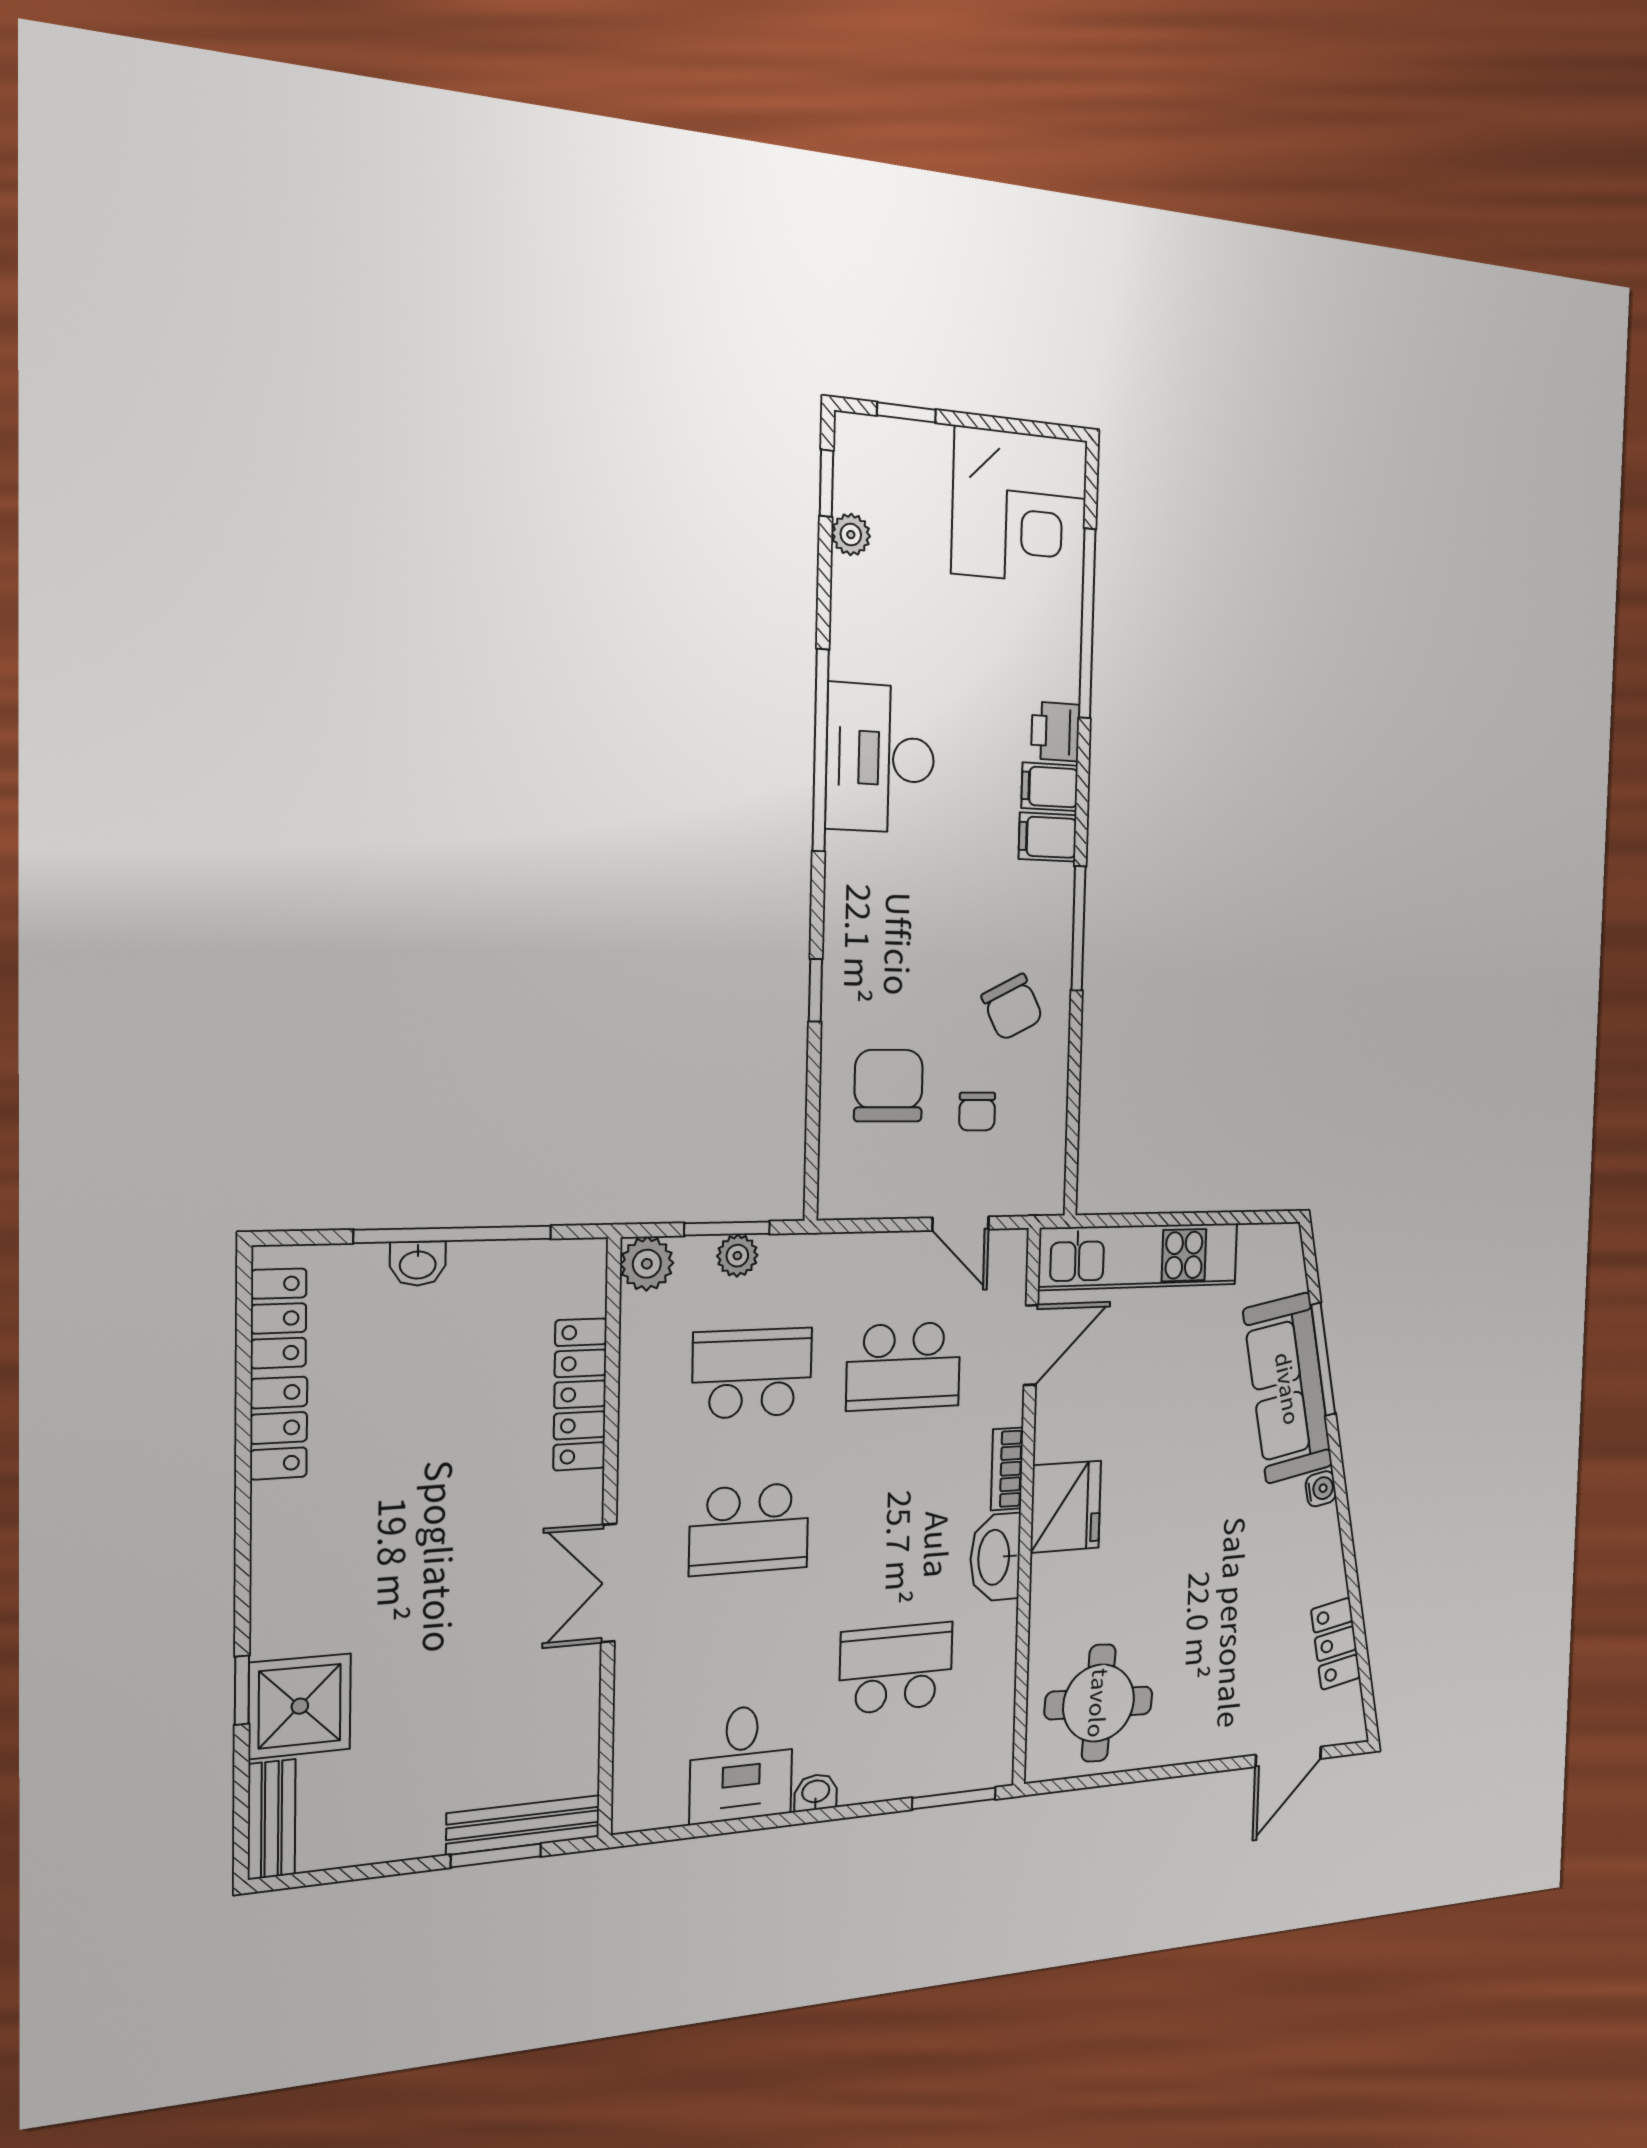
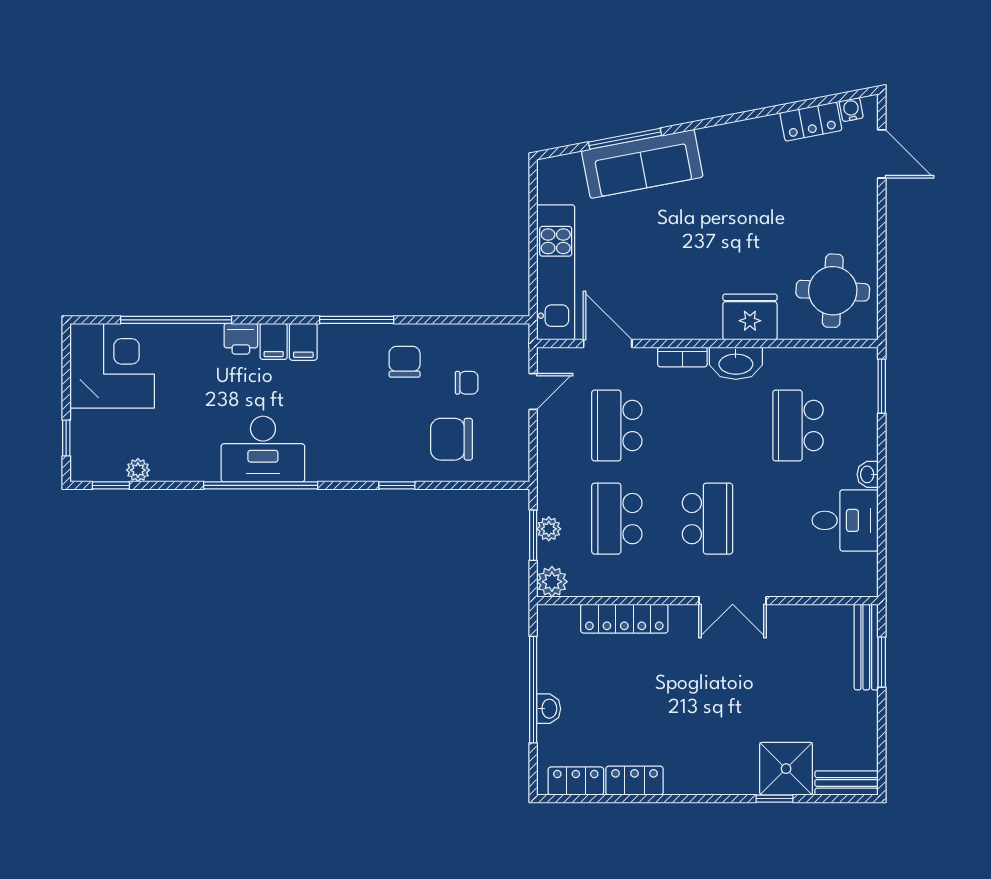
chair: (1012, 1007) -> (405, 362), turned -63
school desk: (904, 1366) -> (617, 426), turned 180
water cooler: (1321, 1489) -> (851, 110), moved
fridge: (1066, 1507) -> (750, 317), moved

